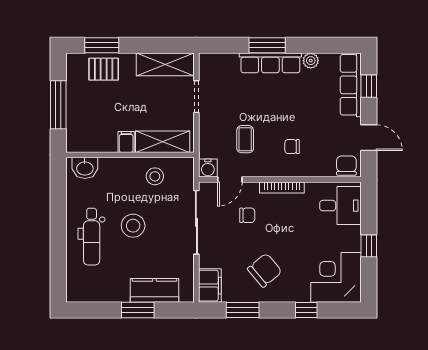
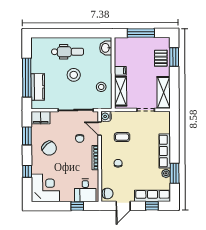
window: (267, 45) -> (175, 173), moved
dental chair: (92, 237) -> (68, 52), turned 180
window: (369, 246) -> (77, 206), moved
window: (138, 310) -> (27, 78), width x2.11

